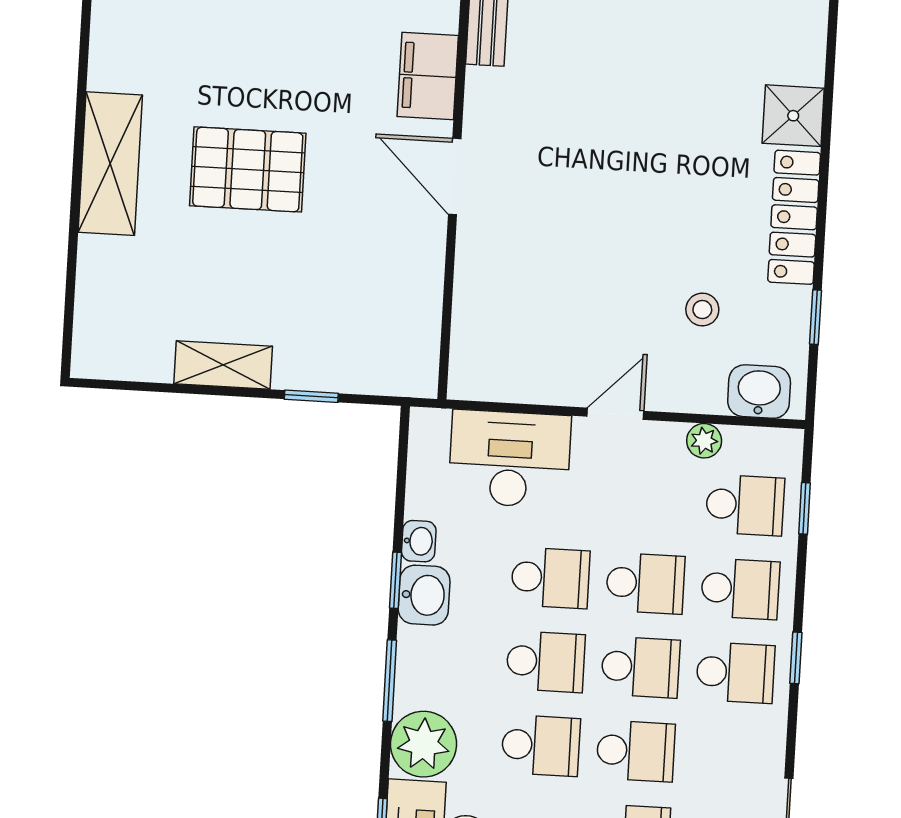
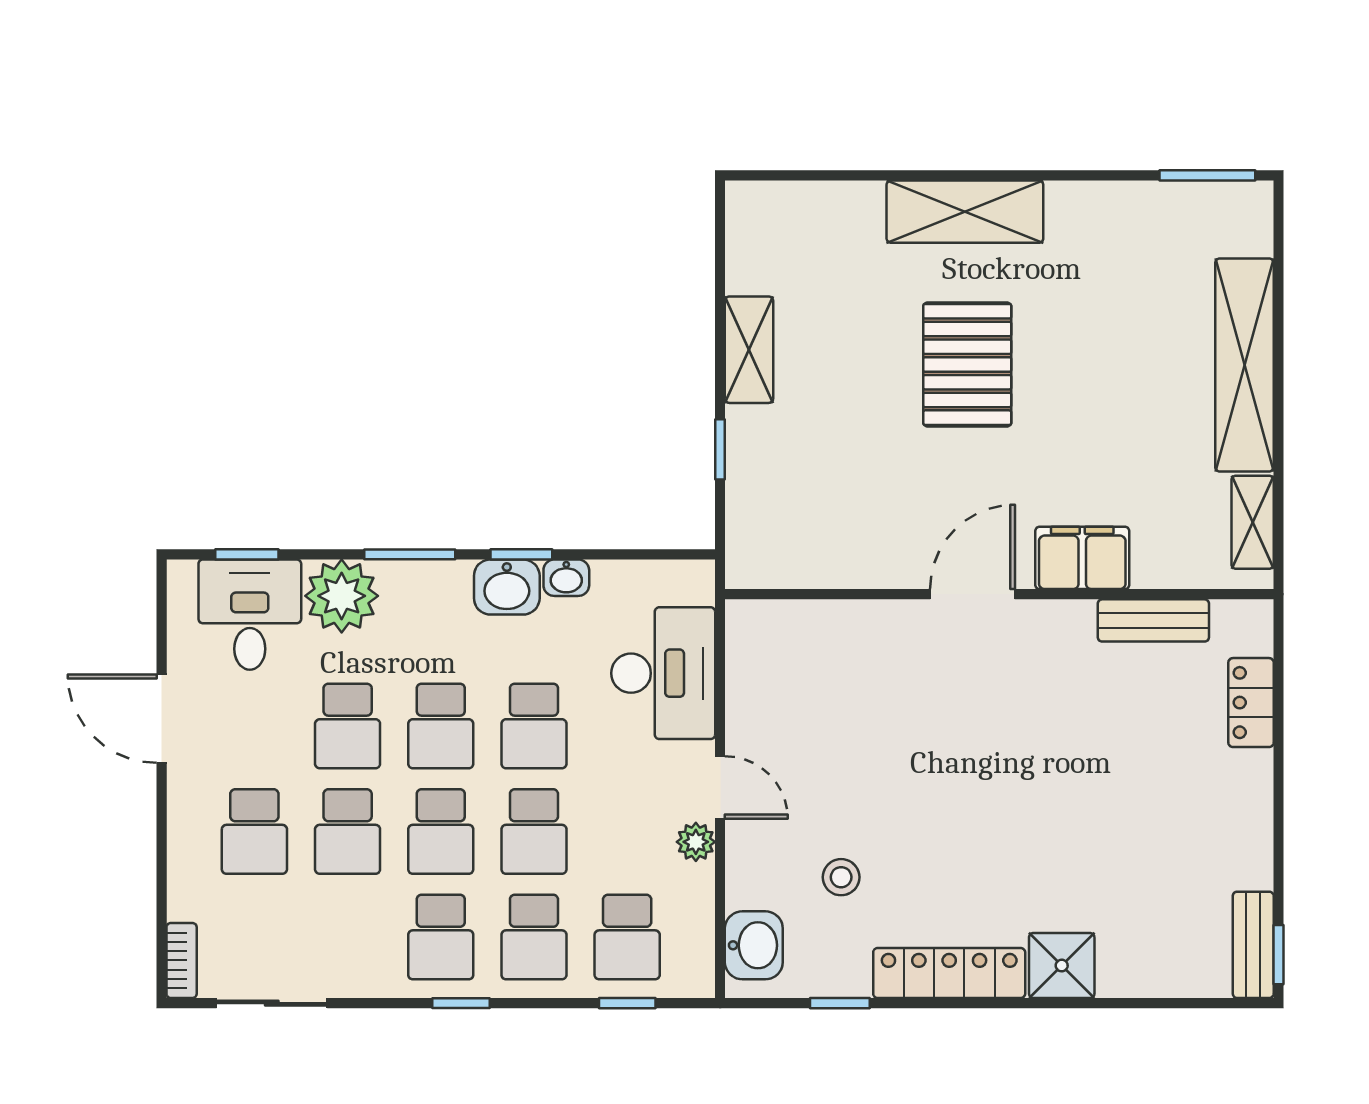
plant: (704, 441) -> (696, 842), moved

